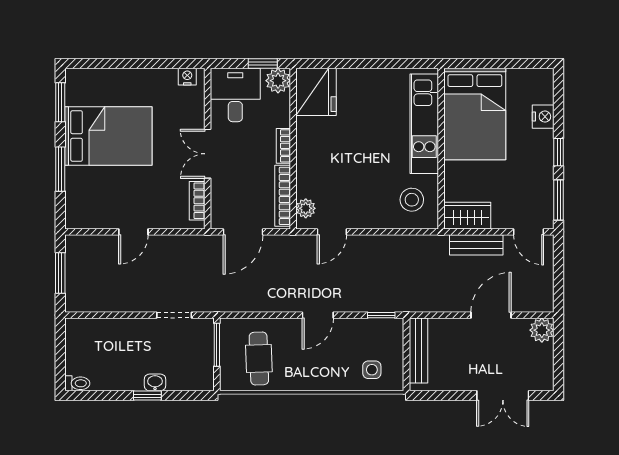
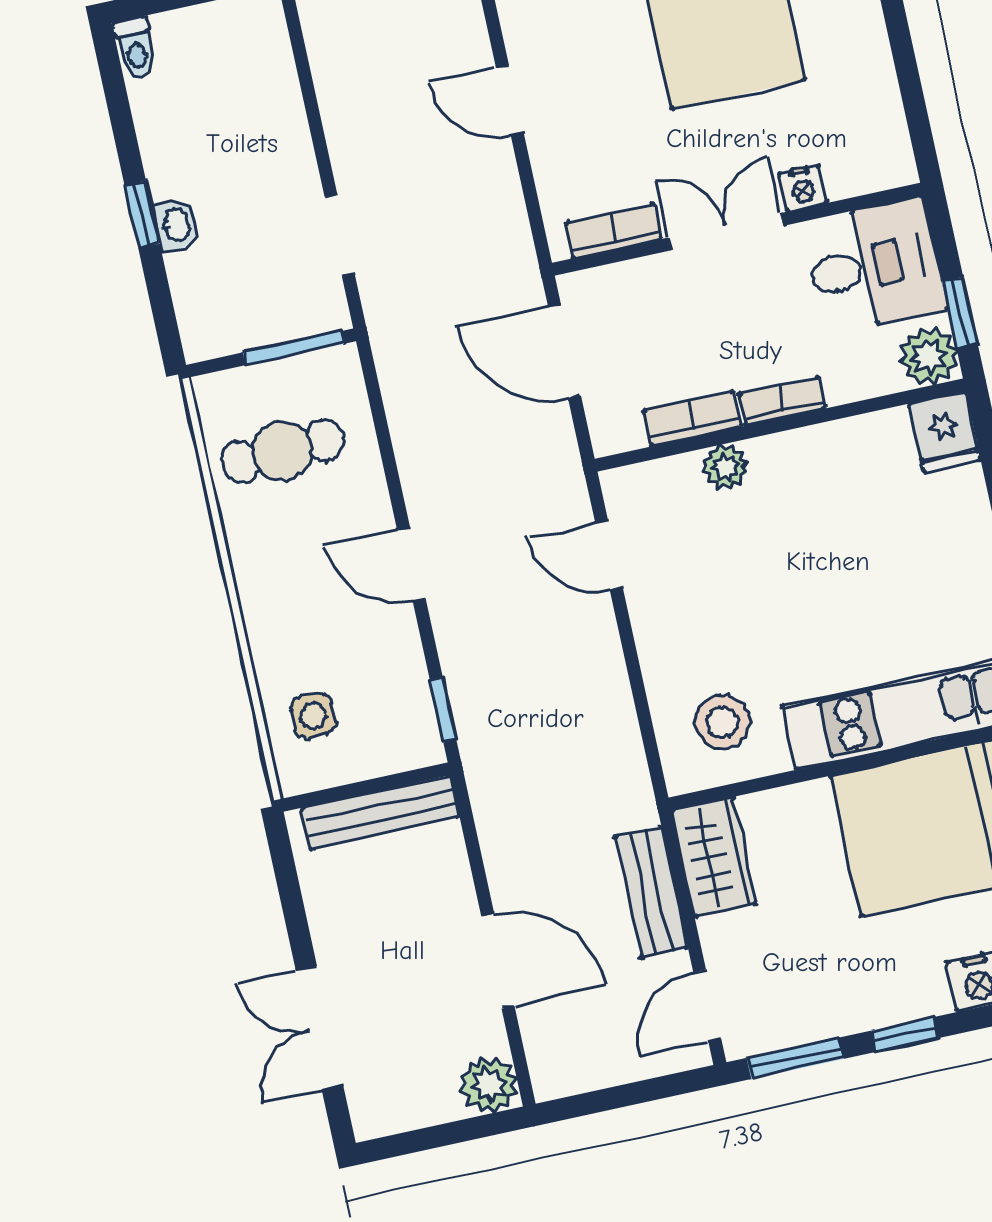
nightstand: (187, 77) -> (803, 188), moved, turned 90
fridge: (316, 92) -> (945, 432), width x0.53, depth x0.75
bookcase: (283, 196) -> (692, 419), width x0.64
plant: (306, 208) -> (725, 467), moved

